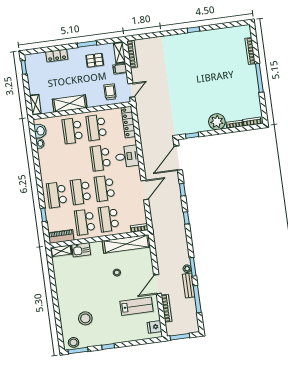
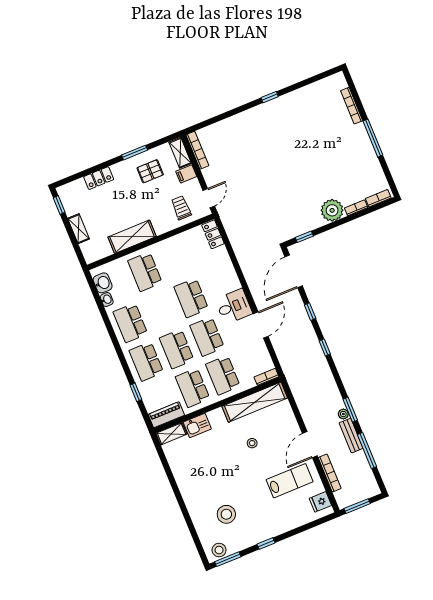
shelving: (35, 105) -> (79, 229), moved
locker: (128, 122) -> (213, 234), width x0.66
school desk: (96, 128) -> (130, 323), moved
desk: (127, 156) -> (234, 306), moved

